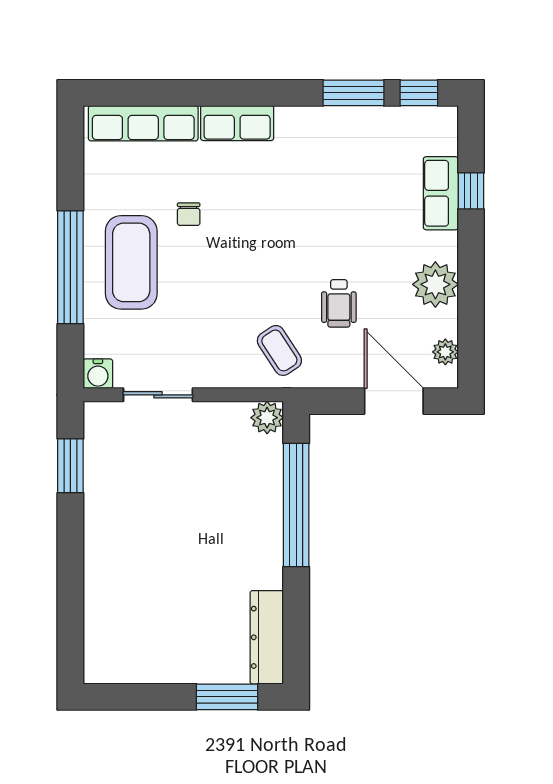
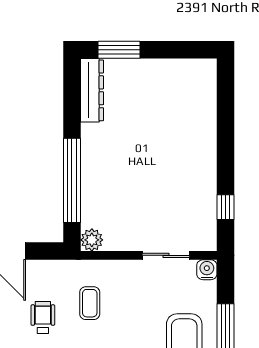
coffee table: (279, 350) -> (90, 303), moved, turned 33
window: (70, 466) -> (226, 207), width x0.67

